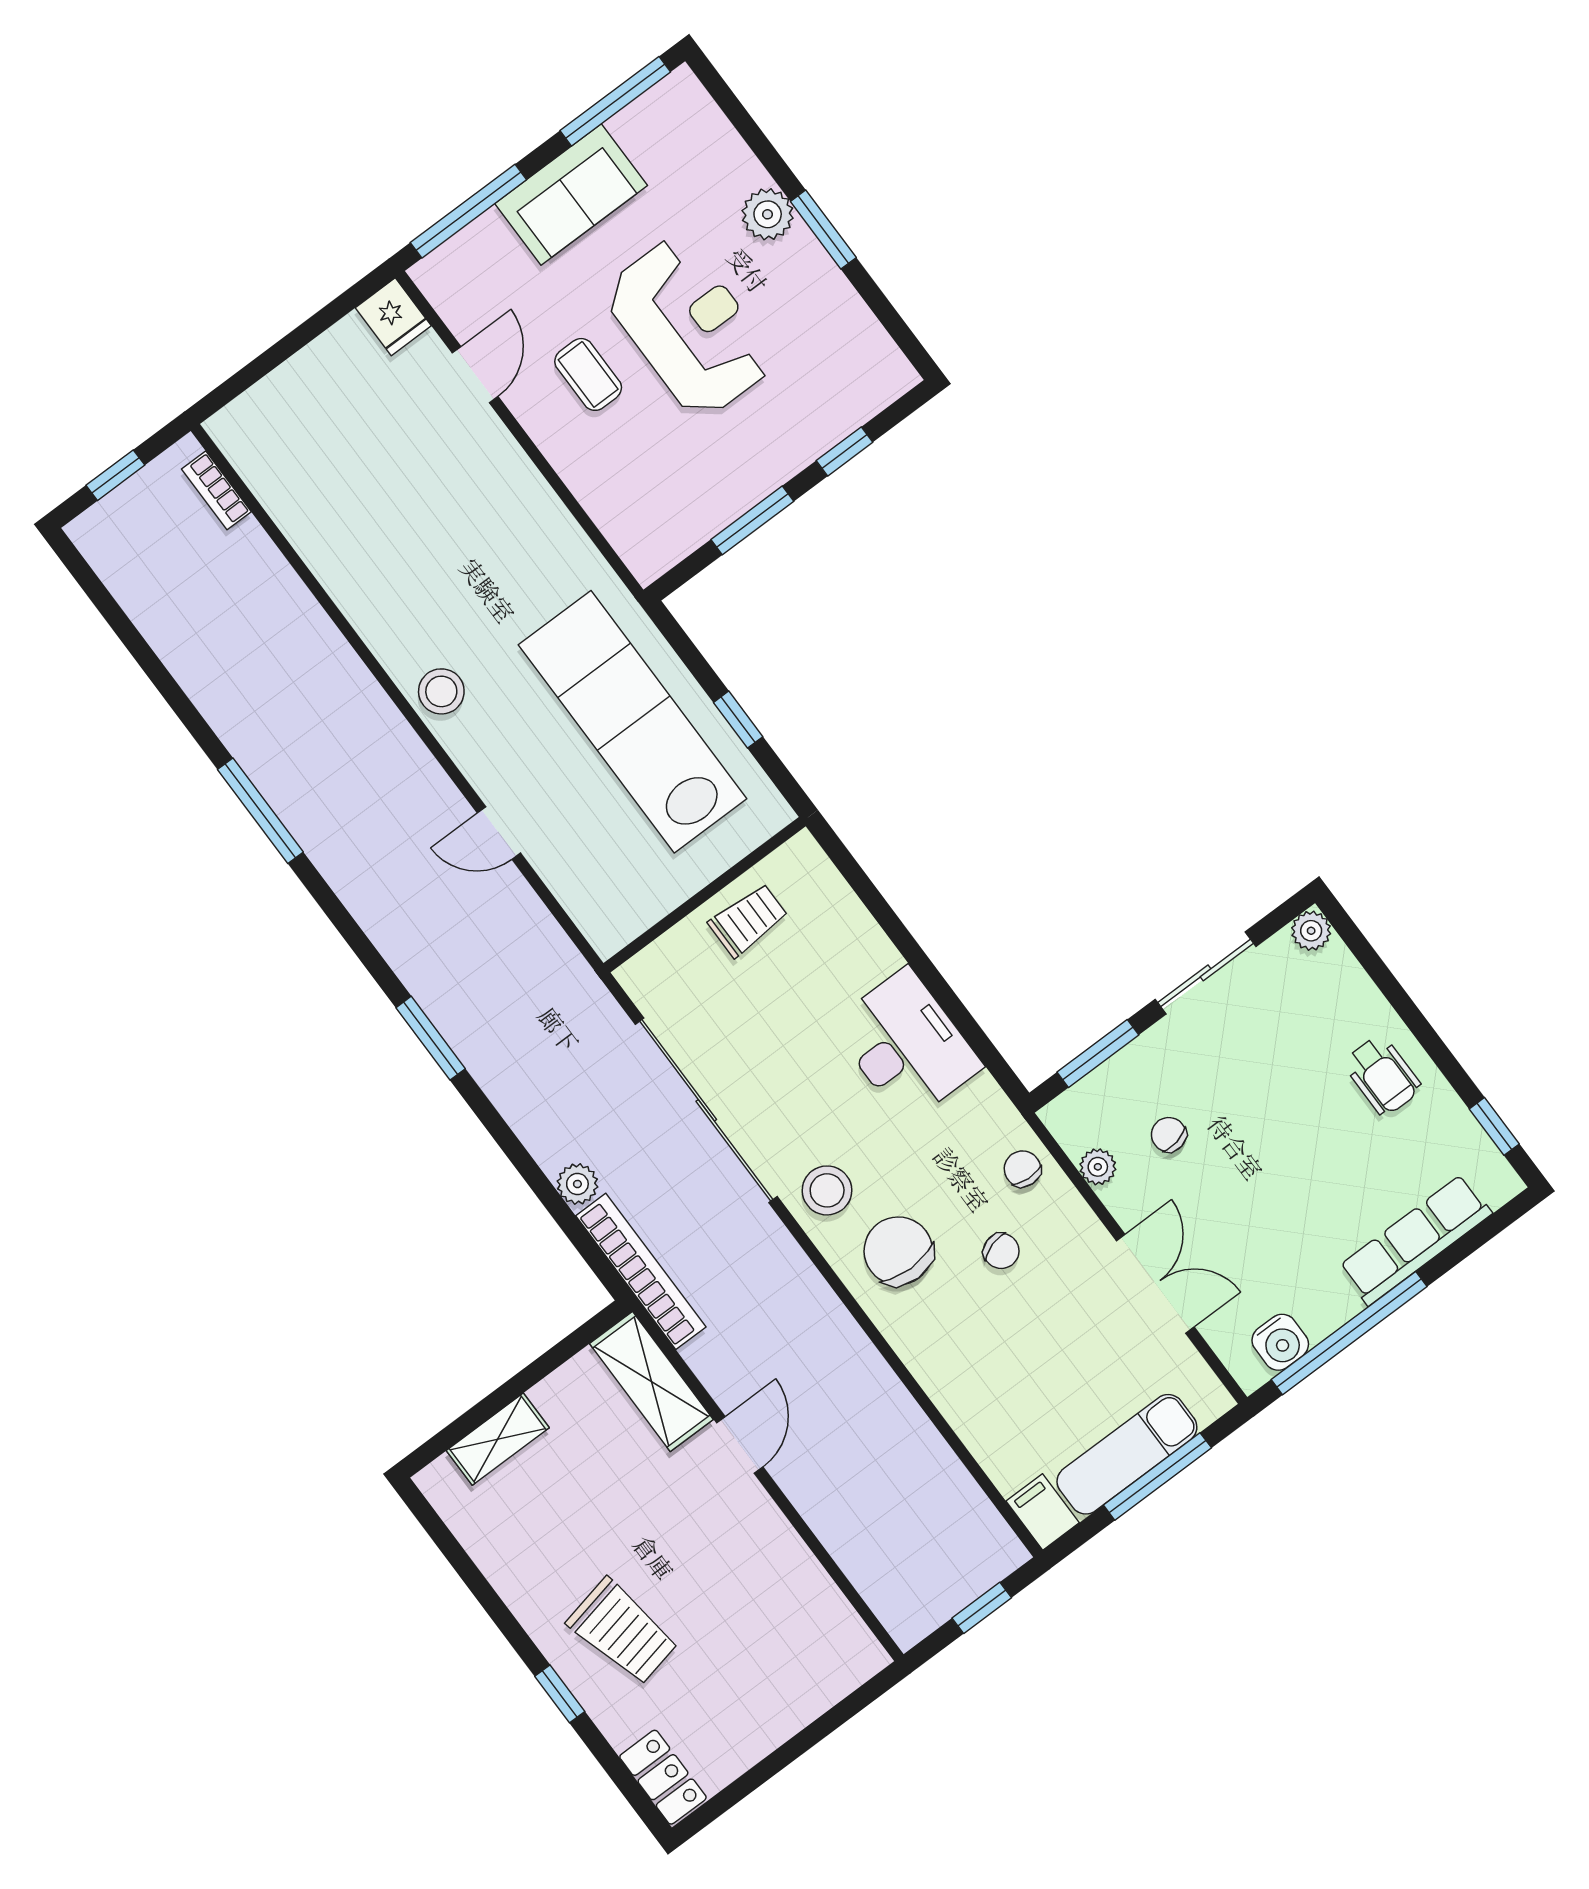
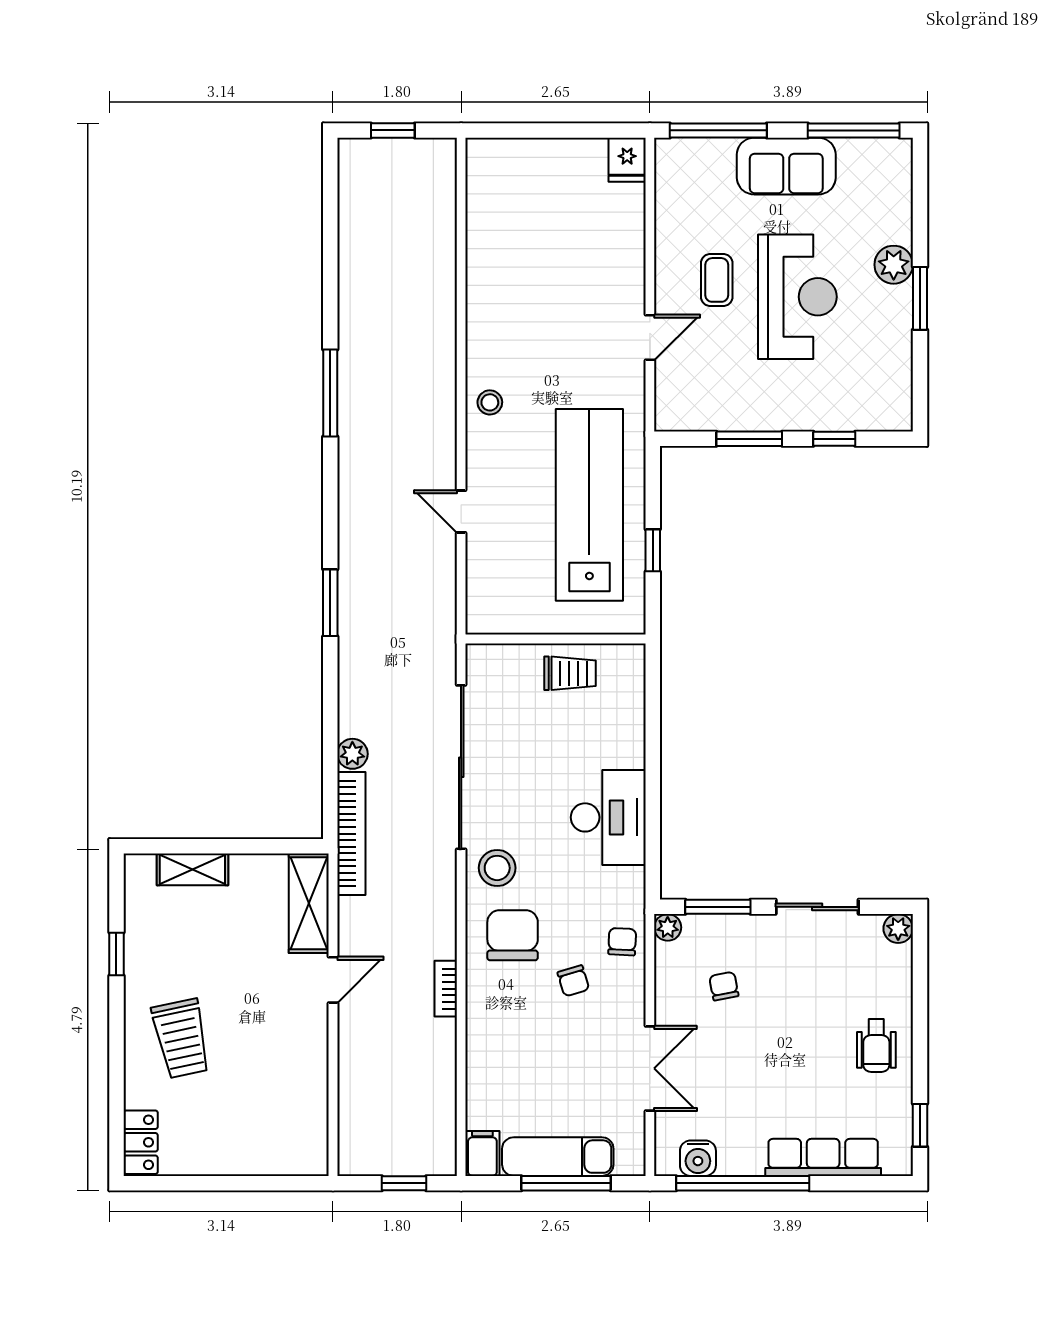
door: (475, 375) -> (650, 337), moved
bookcase: (216, 490) -> (446, 989), moved
stool: (441, 691) -> (490, 402), width x0.73, depth x0.73
plant: (1098, 1167) -> (668, 927), moved
window: (560, 1694) -> (116, 954), moved

